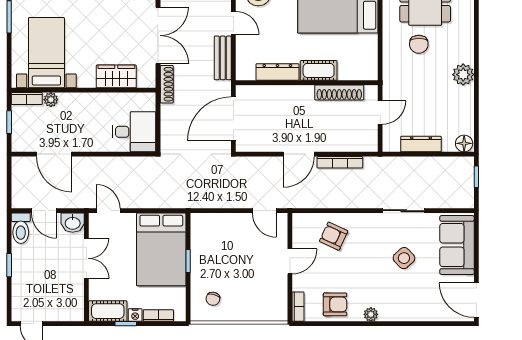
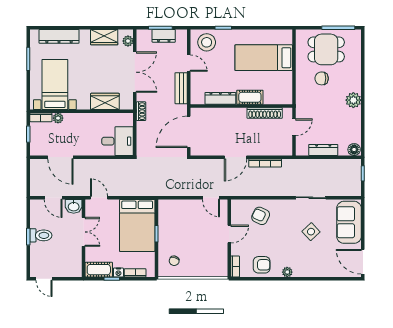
chair: (419, 44) -> (322, 78), turned 90
shoe rack: (167, 84) -> (141, 111), width x0.70
toilet: (21, 228) -> (41, 235), moved, turned -90

